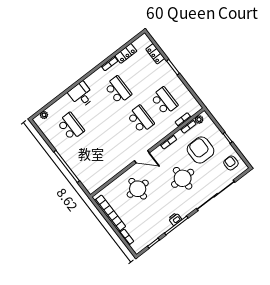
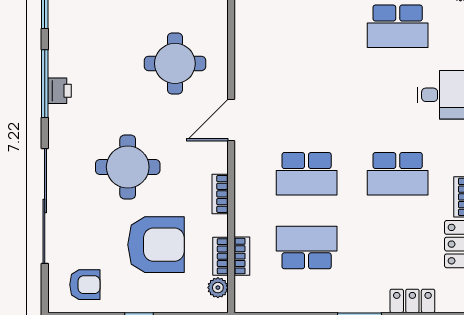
school desk: (164, 101) -> (307, 248), turned 180

